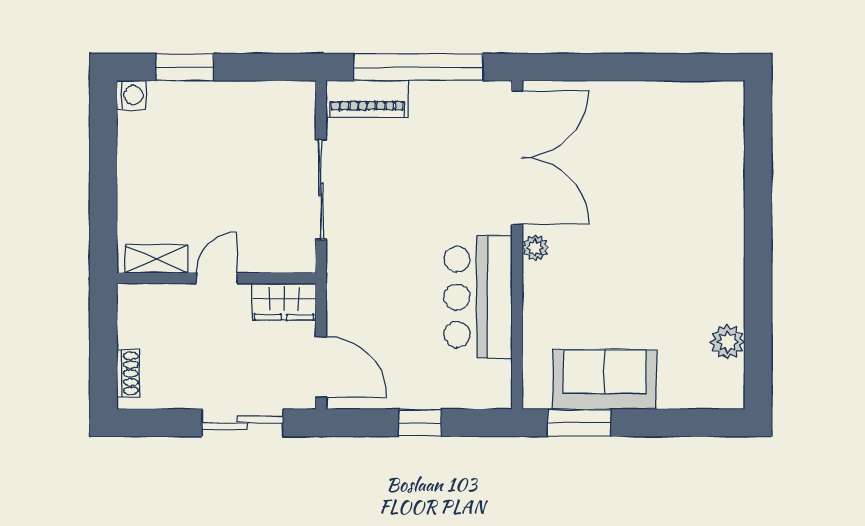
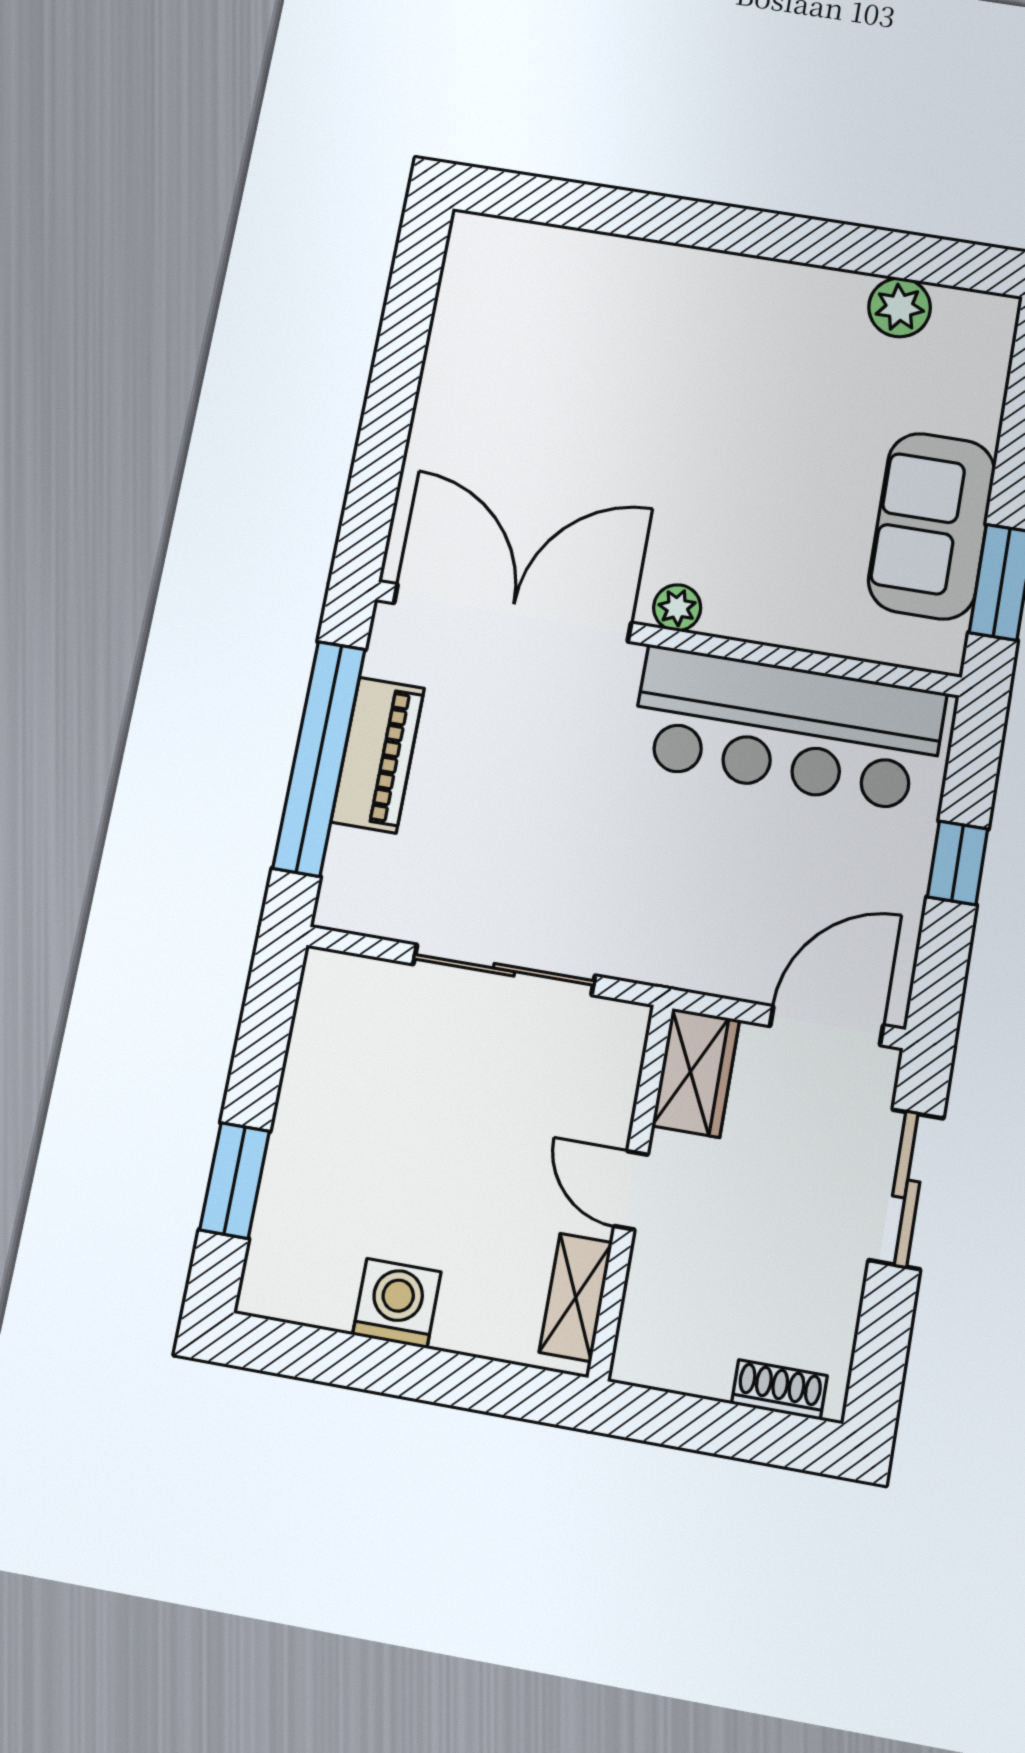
washing machine: (131, 95) -> (397, 1303), moved, width x1.38, depth x1.38
piano: (367, 99) -> (378, 755), moved
bar counter: (478, 297) -> (787, 728), width x1.36

